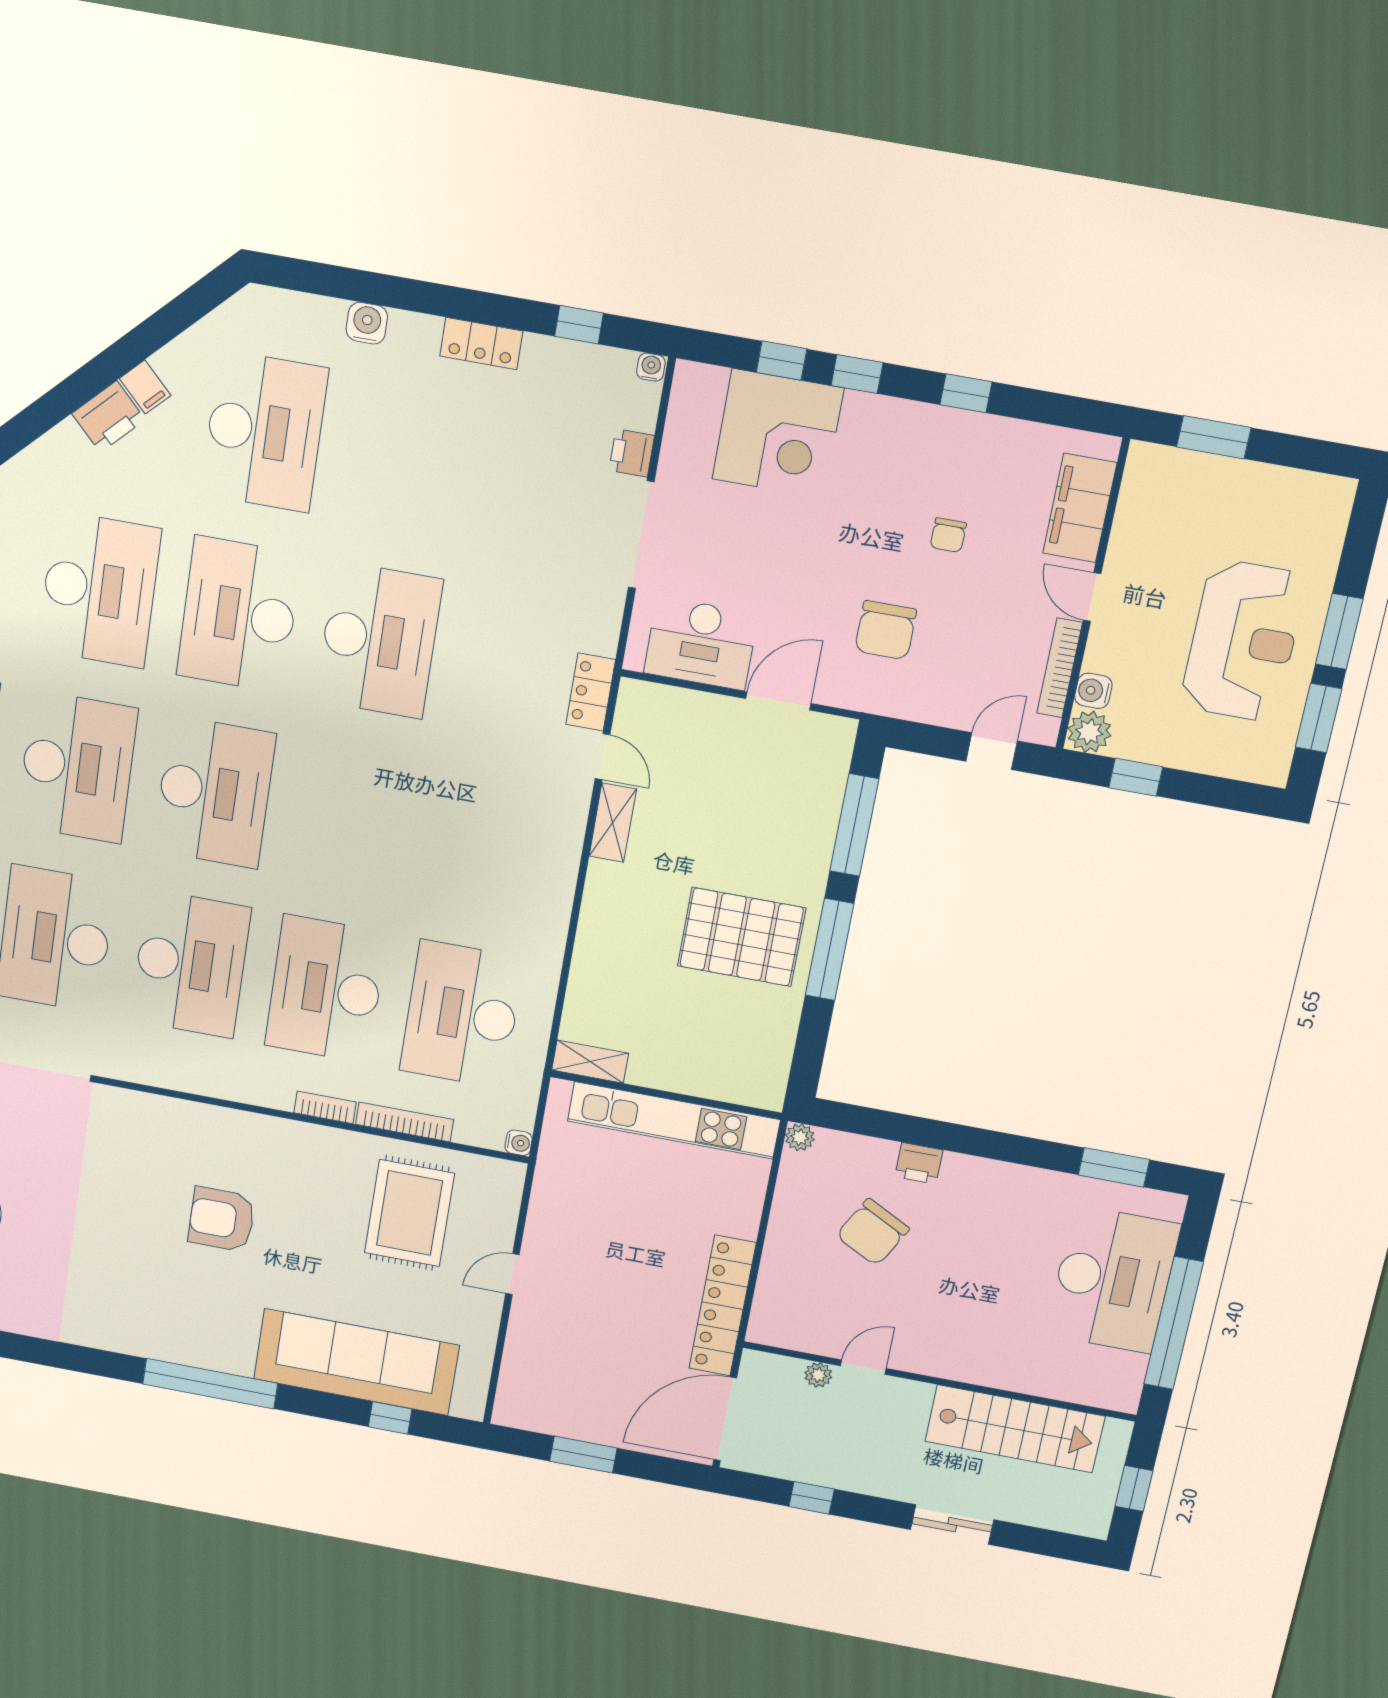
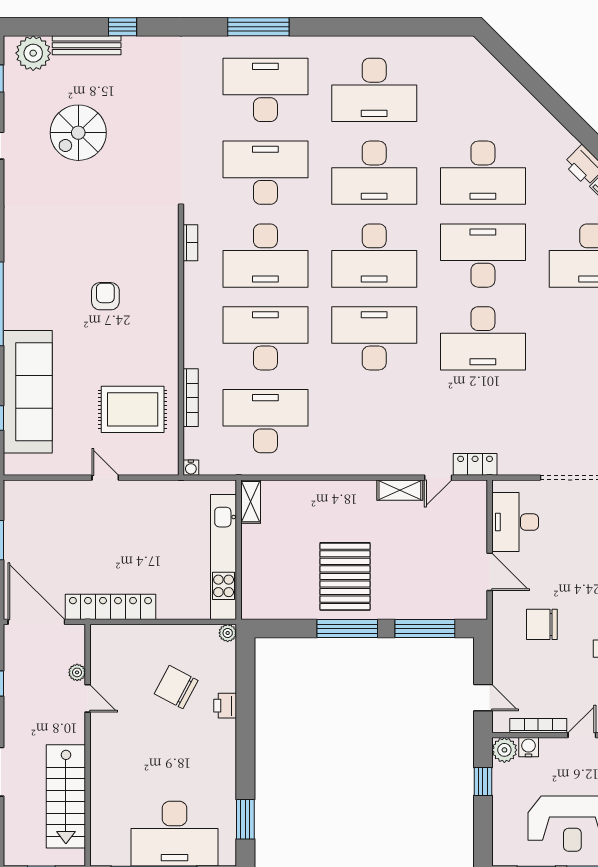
desk: (352, 817) -> (374, 338), added
bookcase: (325, 1107) -> (190, 243), moved
armchair: (222, 1219) -> (105, 296), width x0.72, depth x0.72

